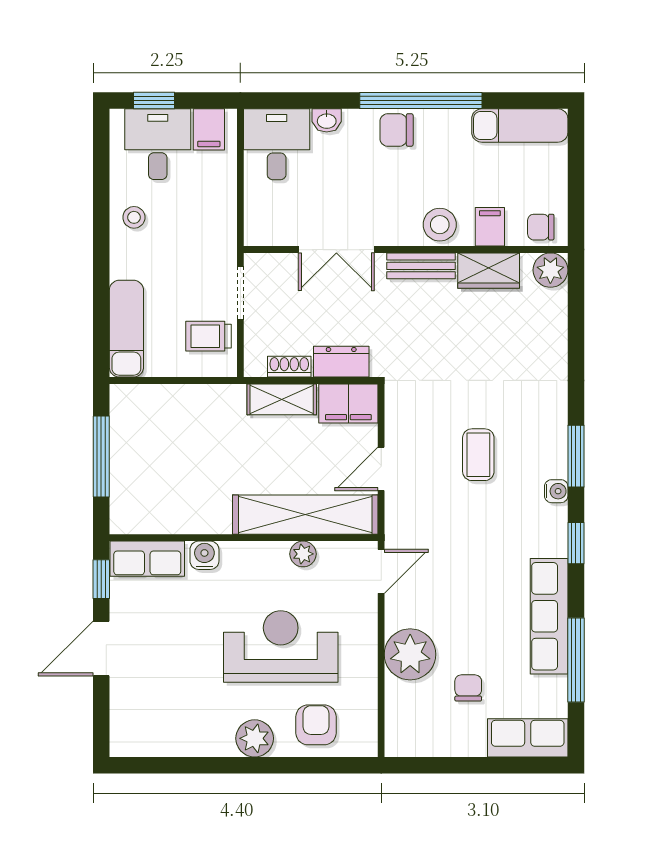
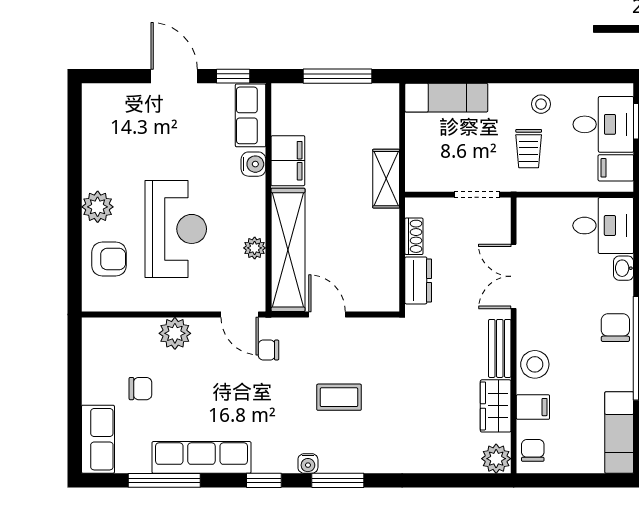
trolley: (208, 336) -> (529, 149), moved, turned 180
shelving: (282, 399) -> (386, 179), moved
filing cabinet: (348, 403) -> (288, 161), moved, turned 180
chair: (423, 537) -> (269, 350), added
plant: (410, 654) -> (175, 333), width x0.73, depth x0.73

